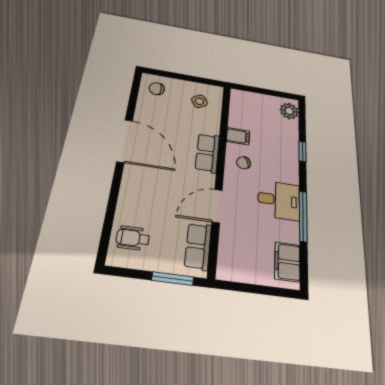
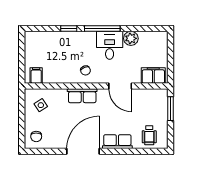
plant: (289, 111) -> (131, 38), moved
filing cabinet: (238, 136) -> (36, 76), moved
window: (303, 216) -> (102, 29), moved
row of seats: (198, 246) -> (117, 142), moved, turned 180
filing cabinet: (287, 262) -> (153, 75), moved, turned 180

